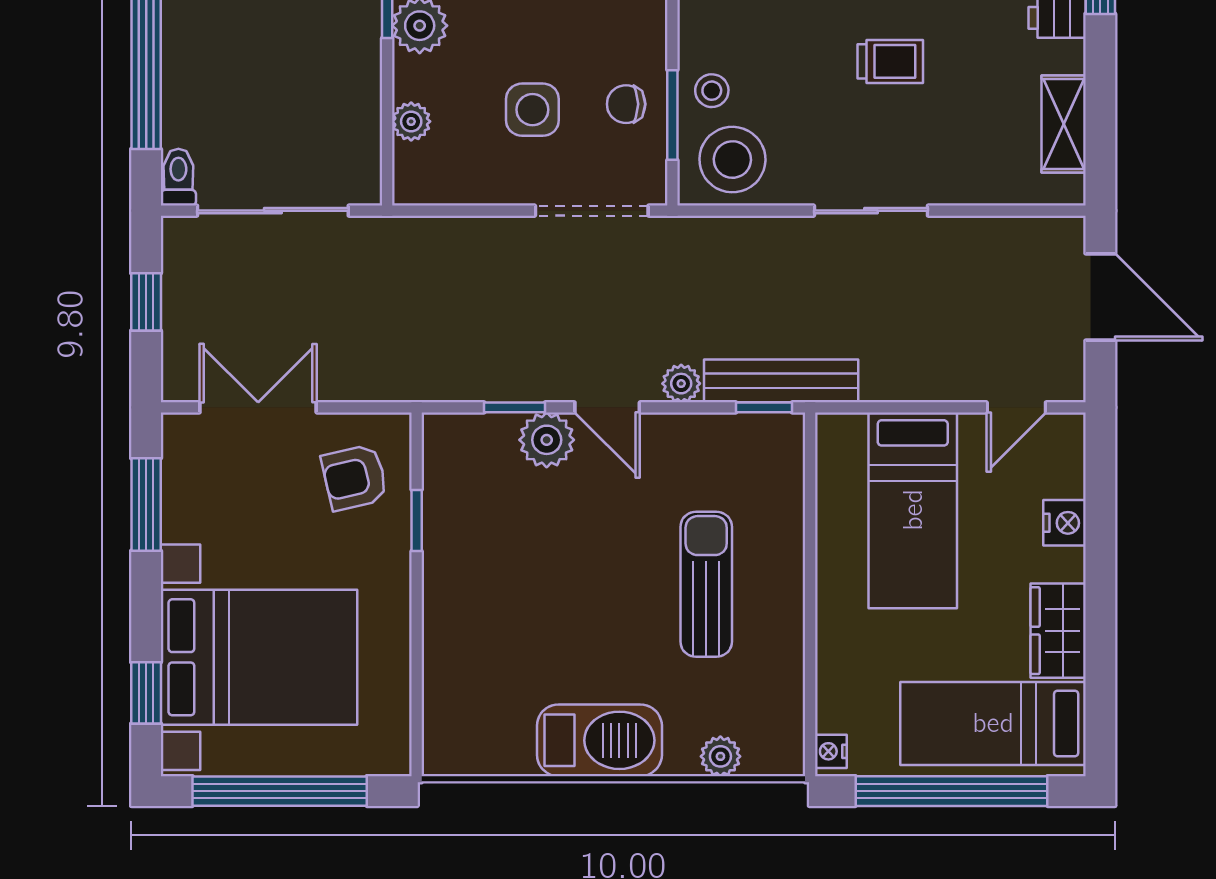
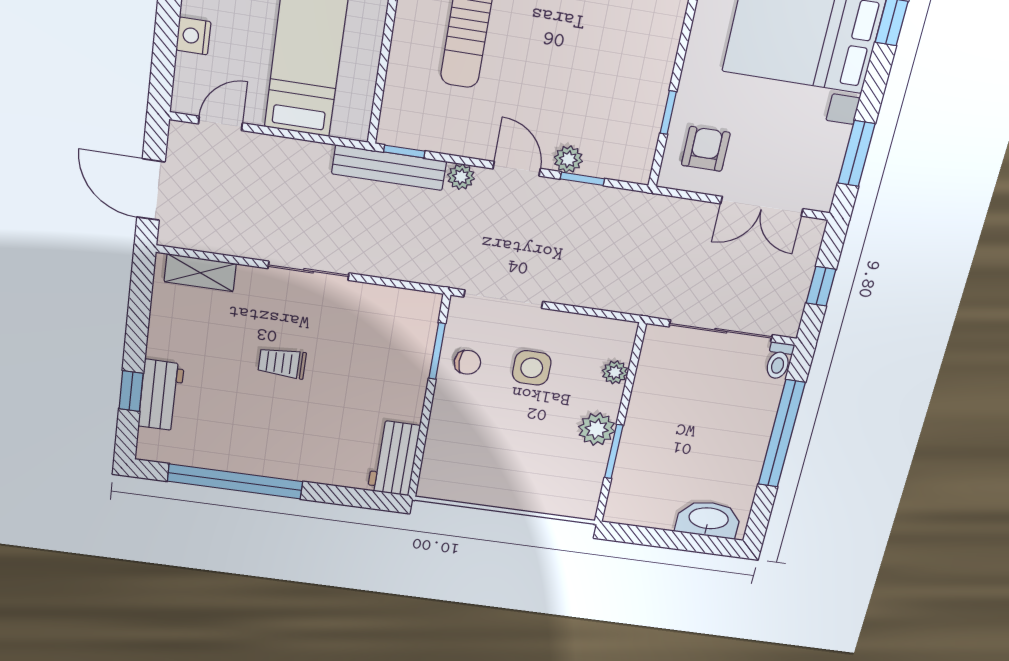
stool: (712, 91) -> (407, 362), removed
shelving: (1064, 124) -> (200, 273), moved, turned 90
stool: (732, 160) -> (400, 317), removed
plant: (547, 440) -> (568, 159), width x0.73, depth x0.73
armchair: (354, 477) -> (706, 149), turned -77

